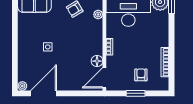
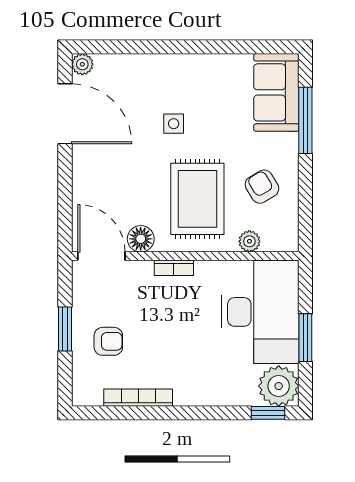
rug: (80, 37) -> (197, 199), added

